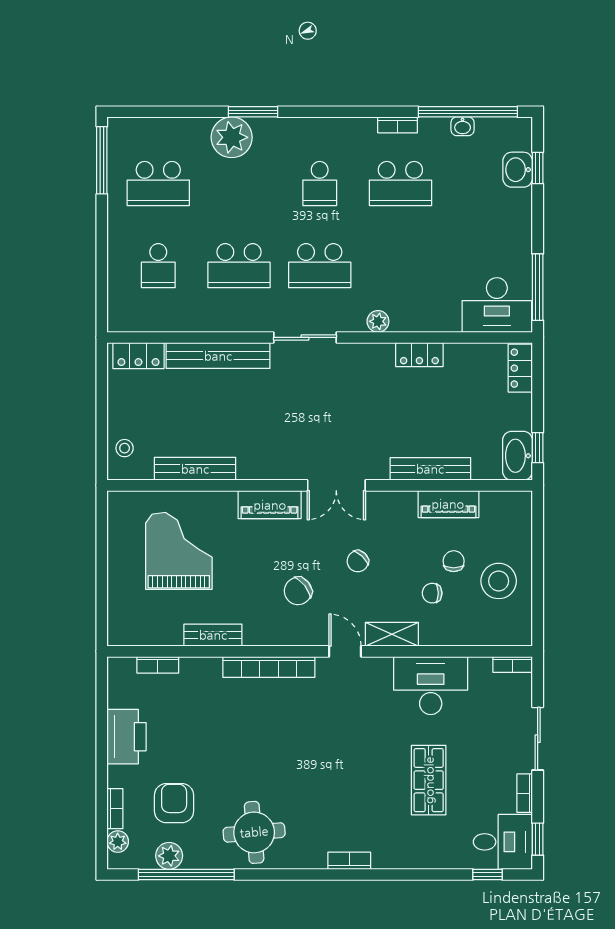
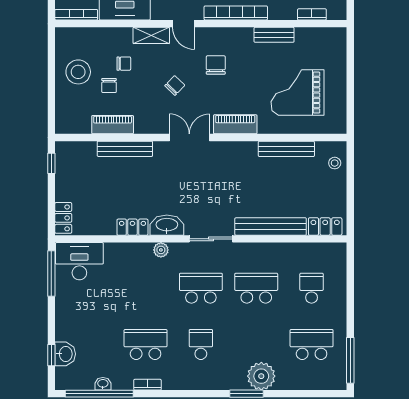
washbasin: (518, 456) -> (167, 225), moved, turned -90
grand piano: (179, 551) -> (297, 93), turned 90
chair: (298, 591) -> (216, 65), turned -52
bookcase: (513, 664) -> (76, 15), width x1.56

